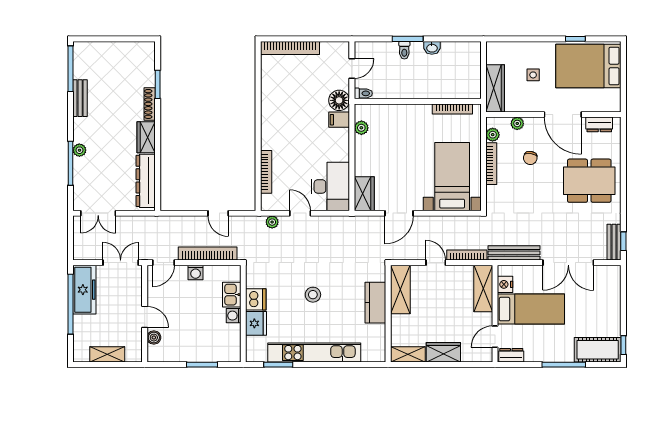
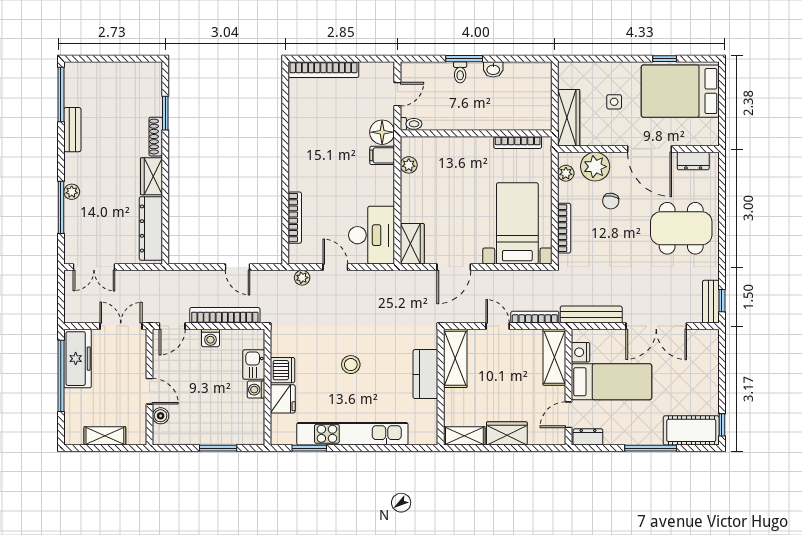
plant: (517, 123) -> (595, 167), width x1.87, depth x1.87
bookcase: (491, 164) -> (564, 228), moved

